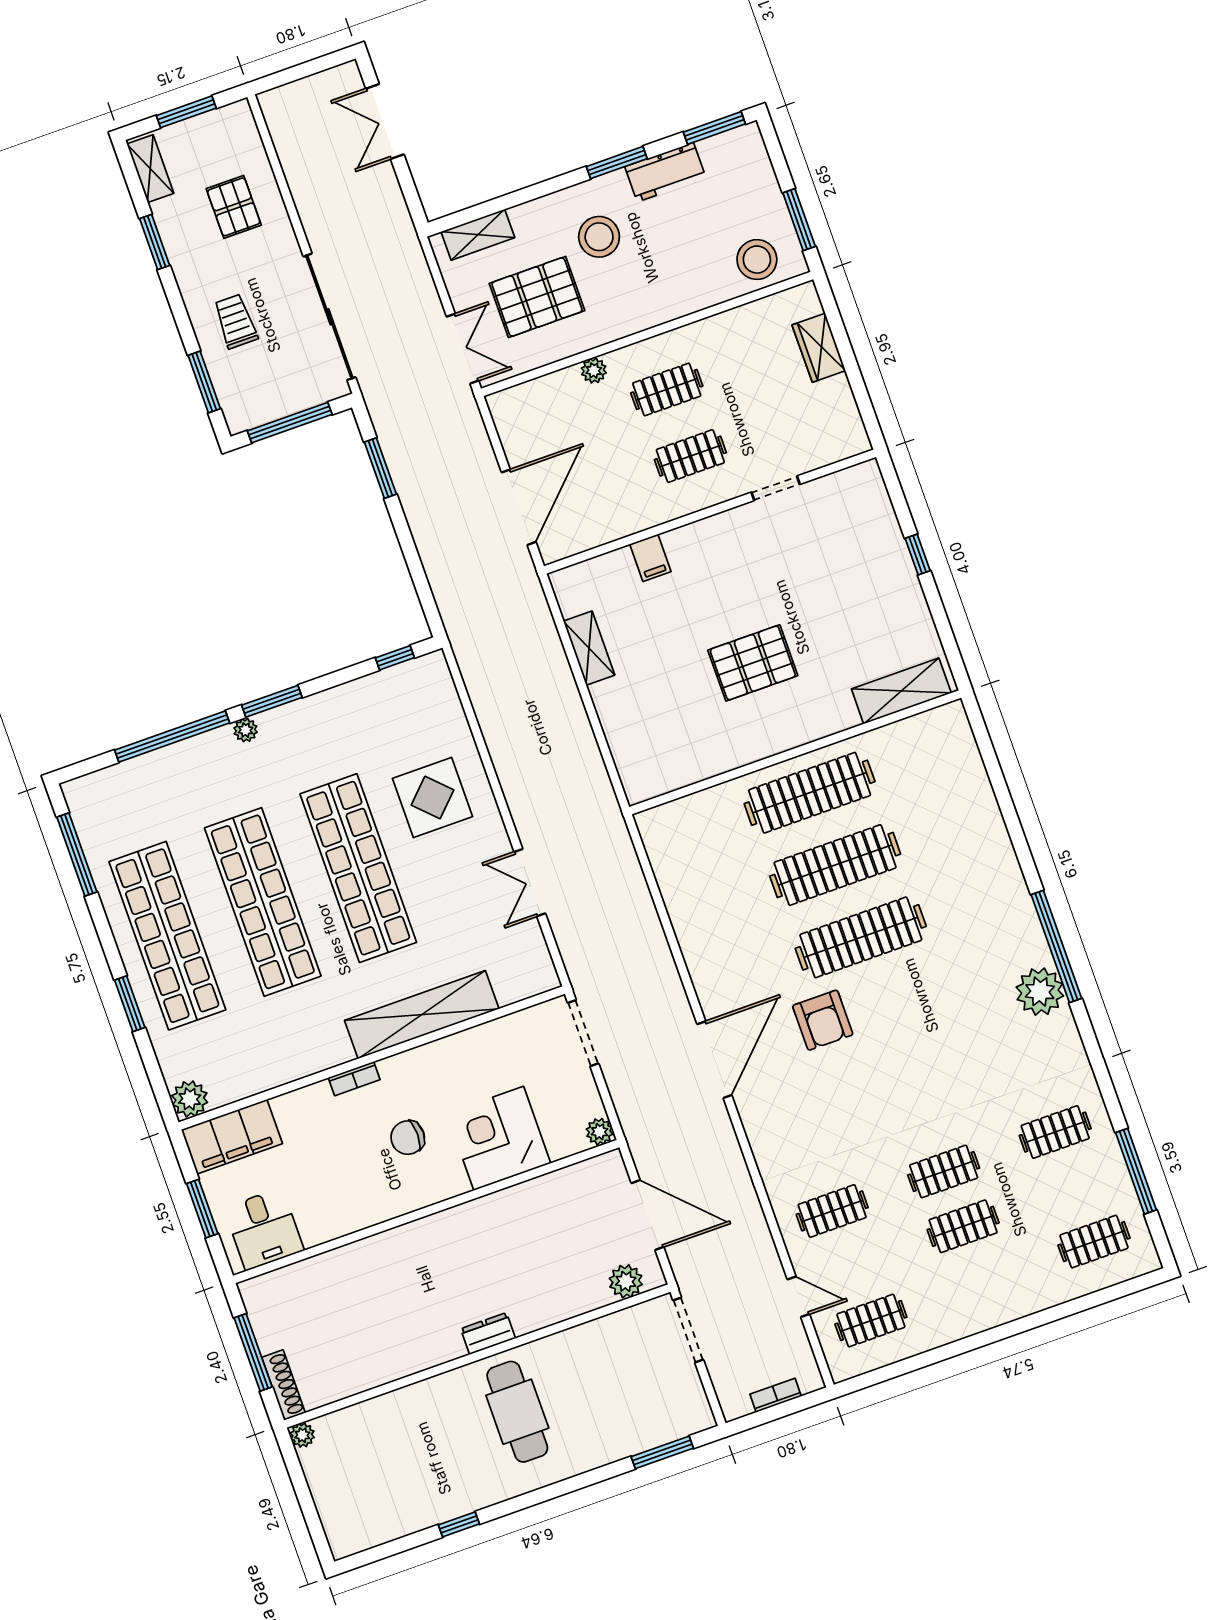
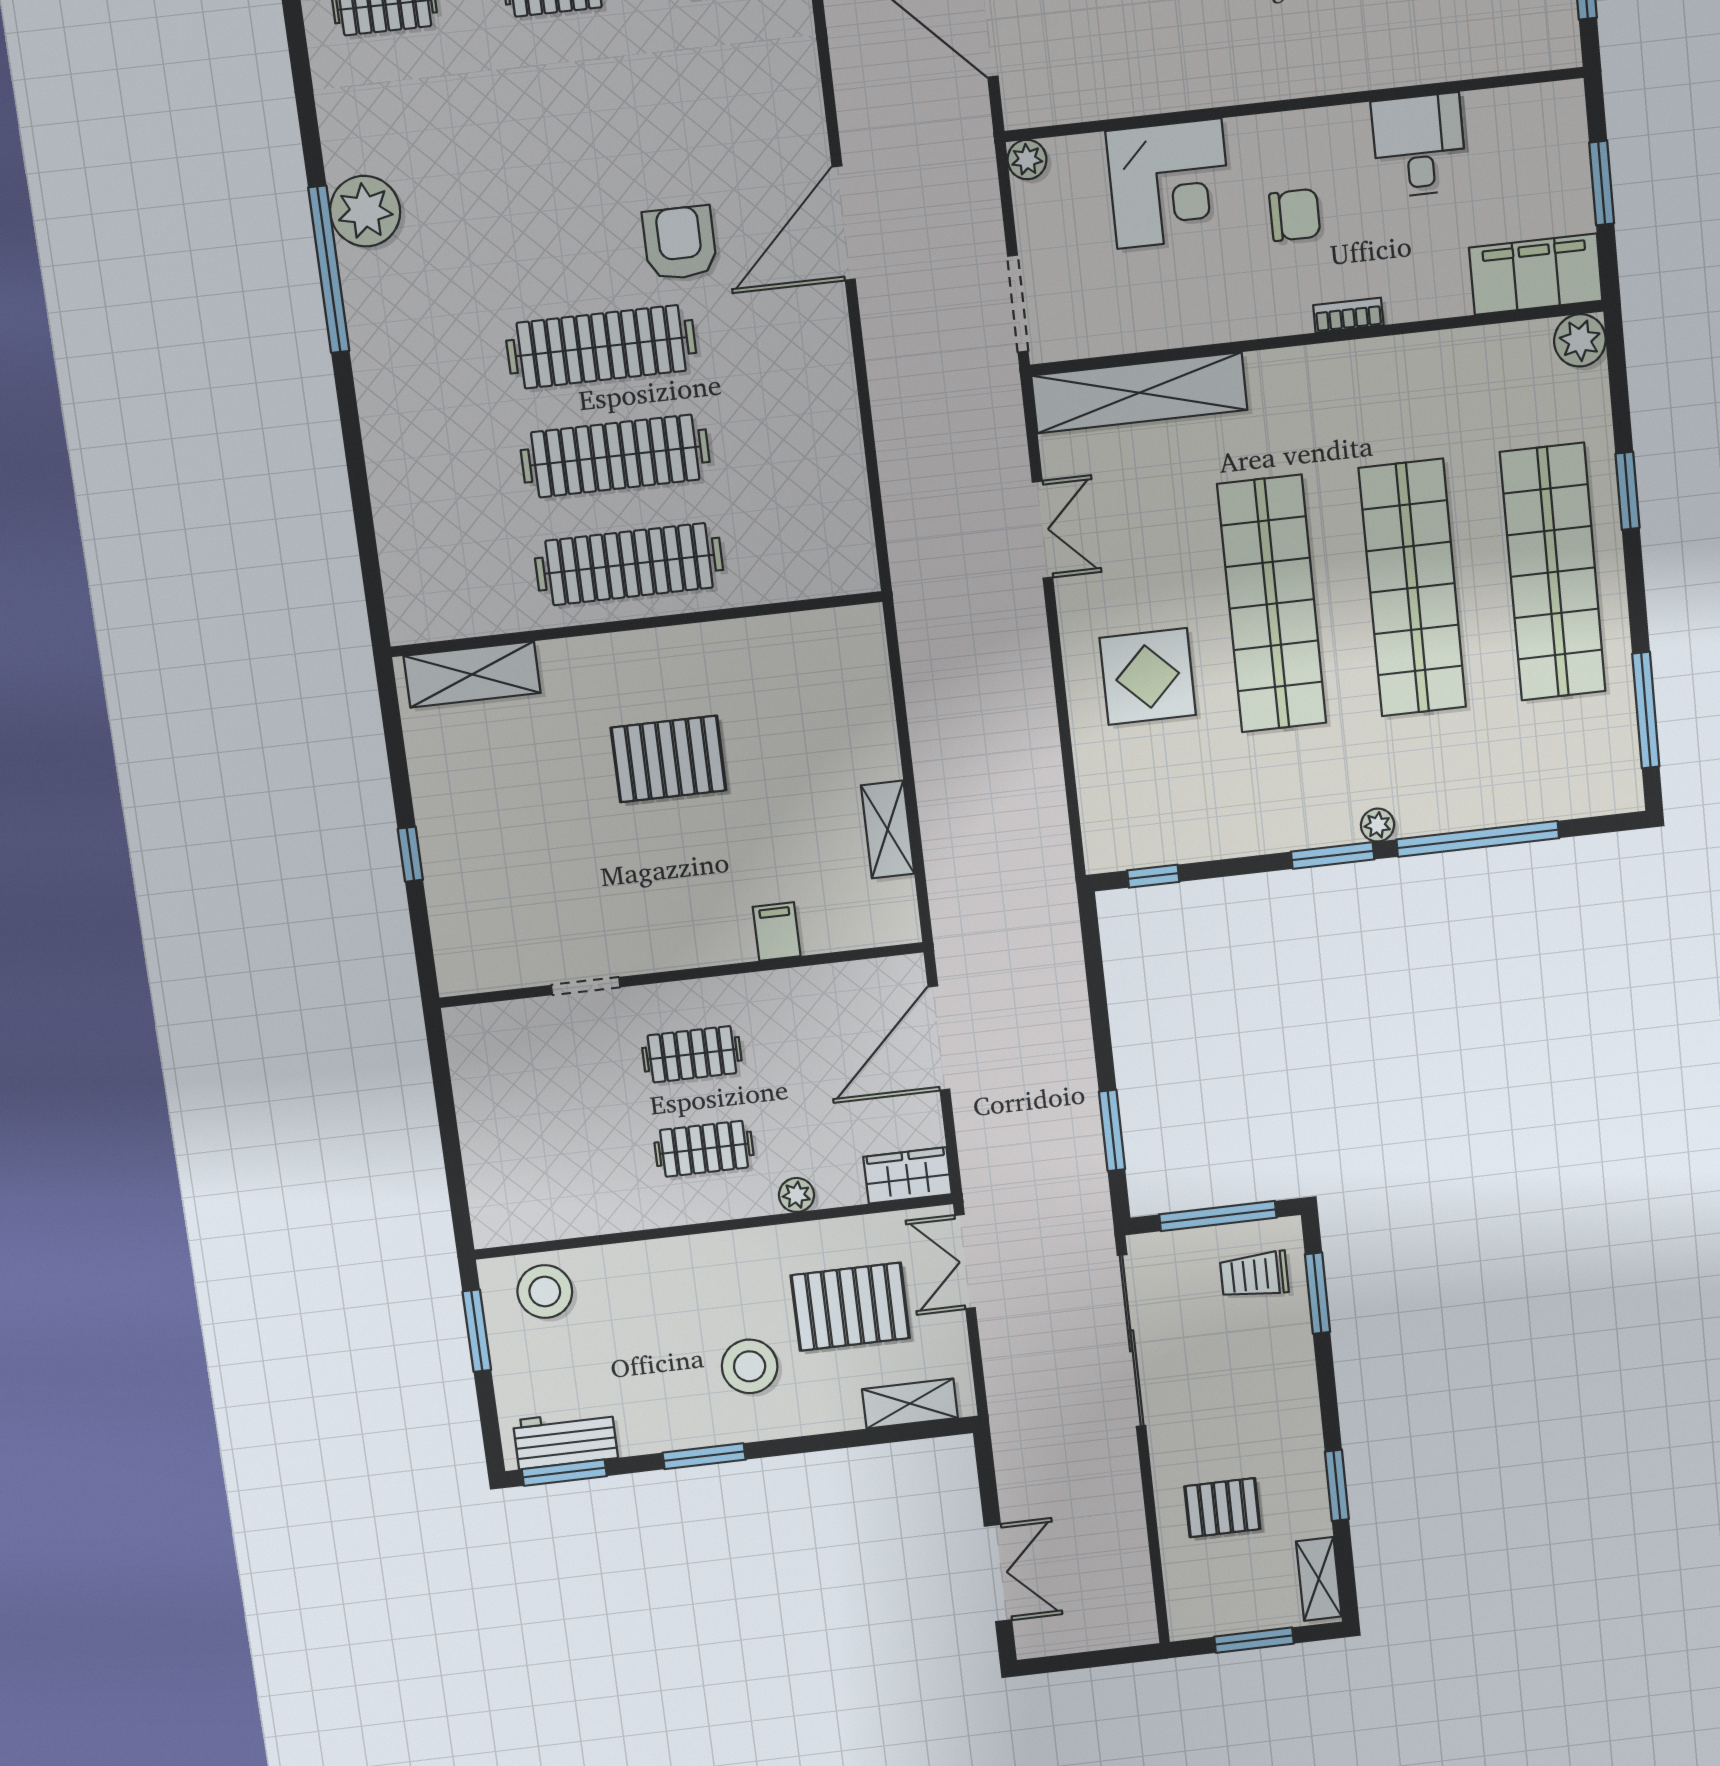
workbench: (665, 172) -> (565, 1439), moved
pallet: (234, 207) -> (1222, 1508), turned 90
trolley: (236, 321) -> (1254, 1275), moved, turned 90
wardrobe: (819, 348) -> (908, 1175), moved, turned -90
shelving: (422, 1015) -> (1139, 393), moved
desk: (264, 1229) -> (1419, 145), moved

